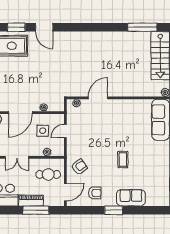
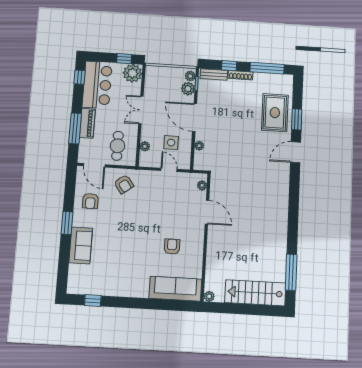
armchair: (127, 125) -> (172, 247), added
coffee table: (123, 160) -> (129, 238), removed

